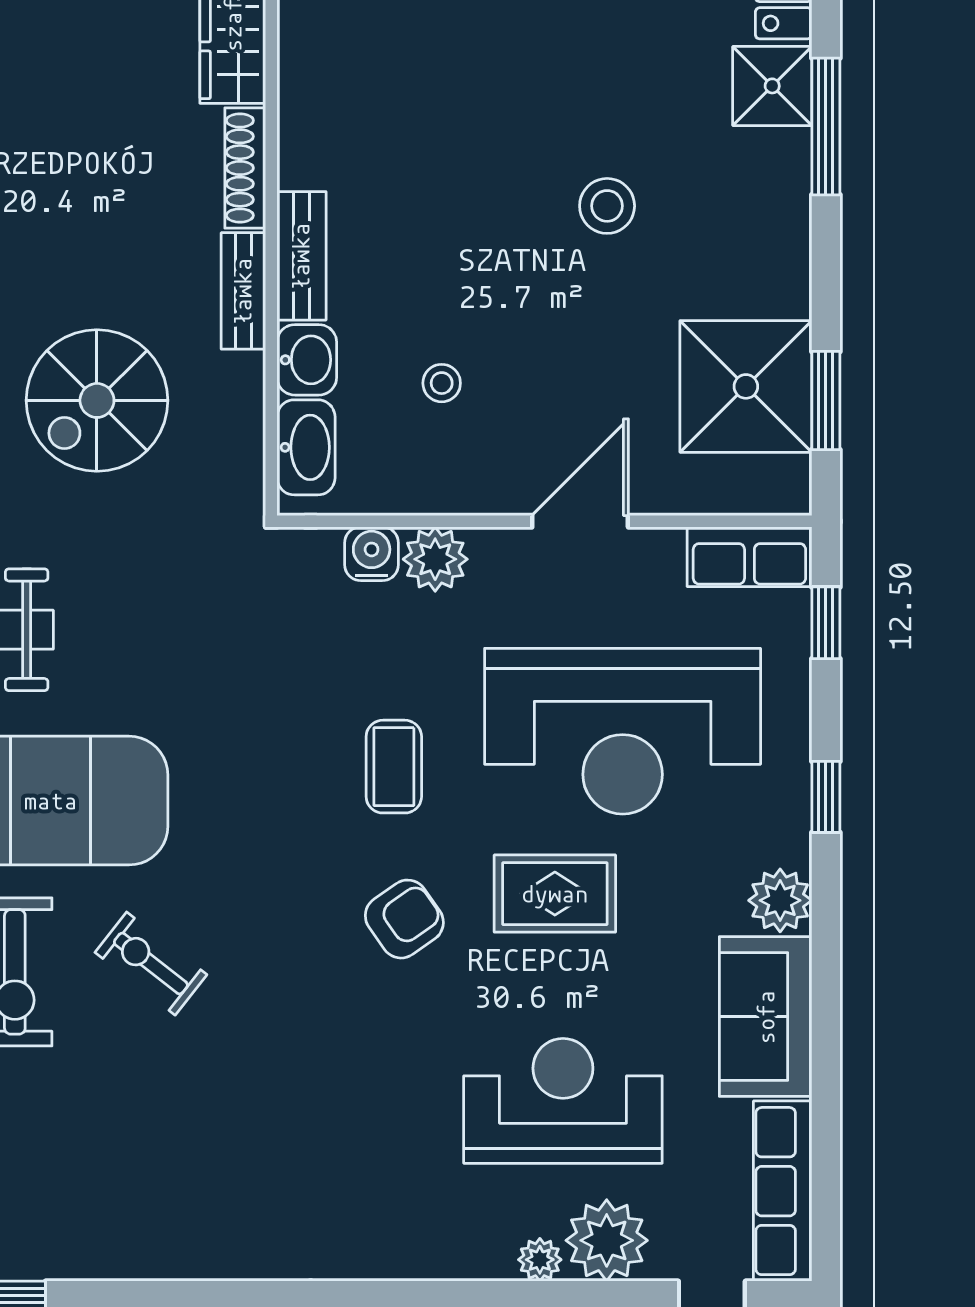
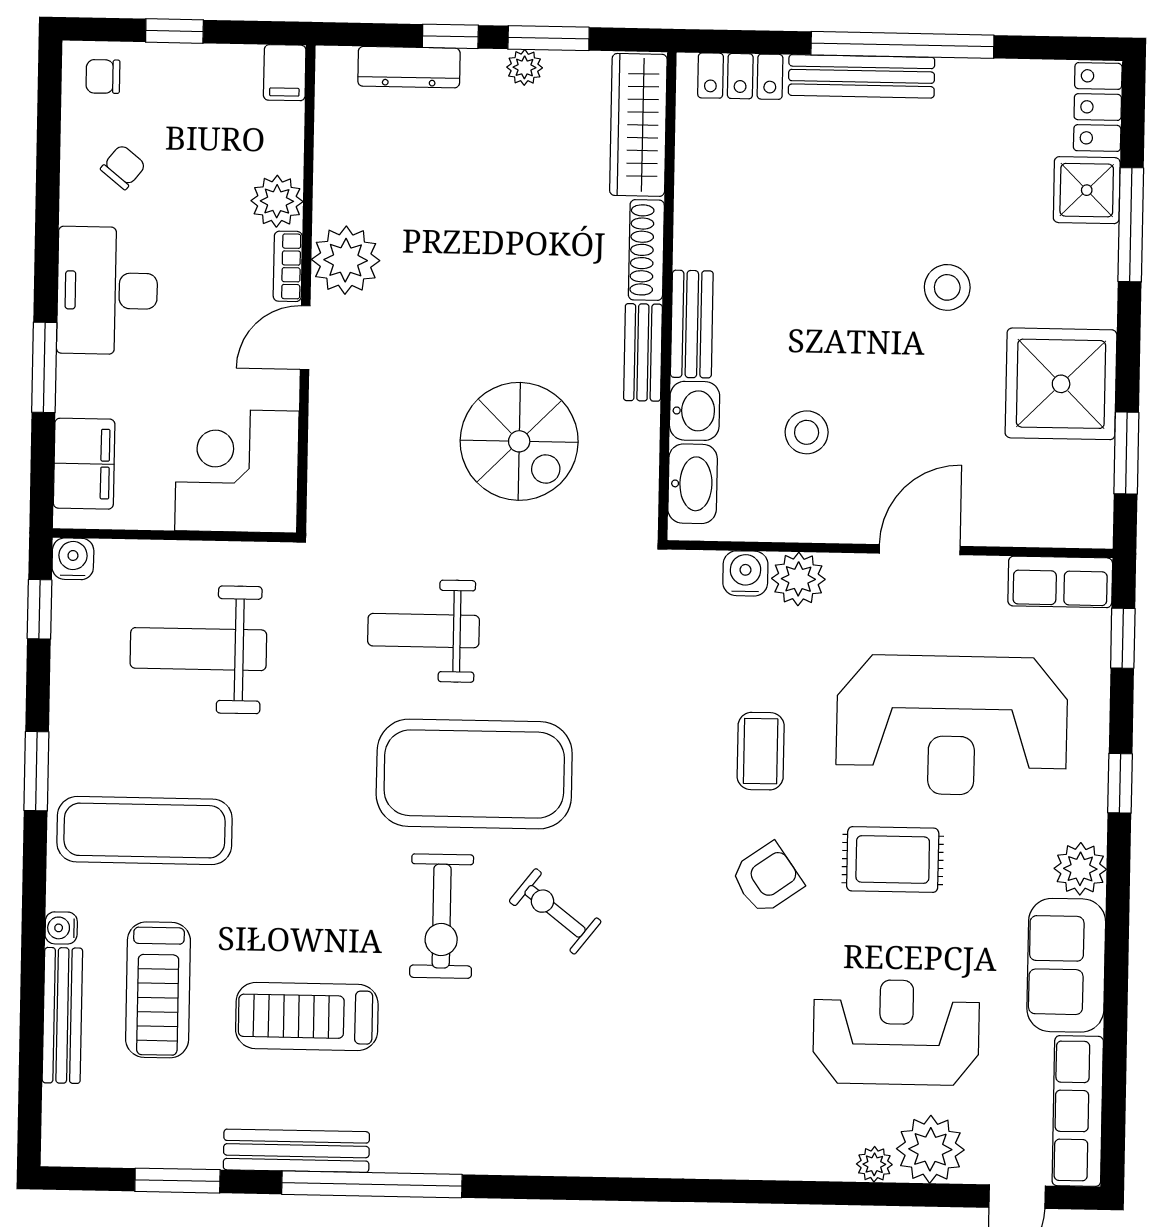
stool: (442, 383) -> (807, 432), width x1.37, depth x1.37
shower: (746, 386) -> (1061, 384), moved
spiral stairs: (97, 400) -> (519, 441), turned -90

